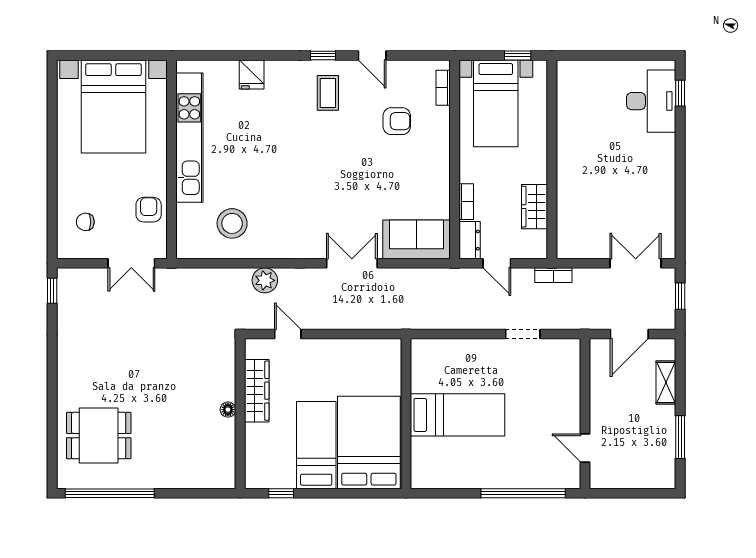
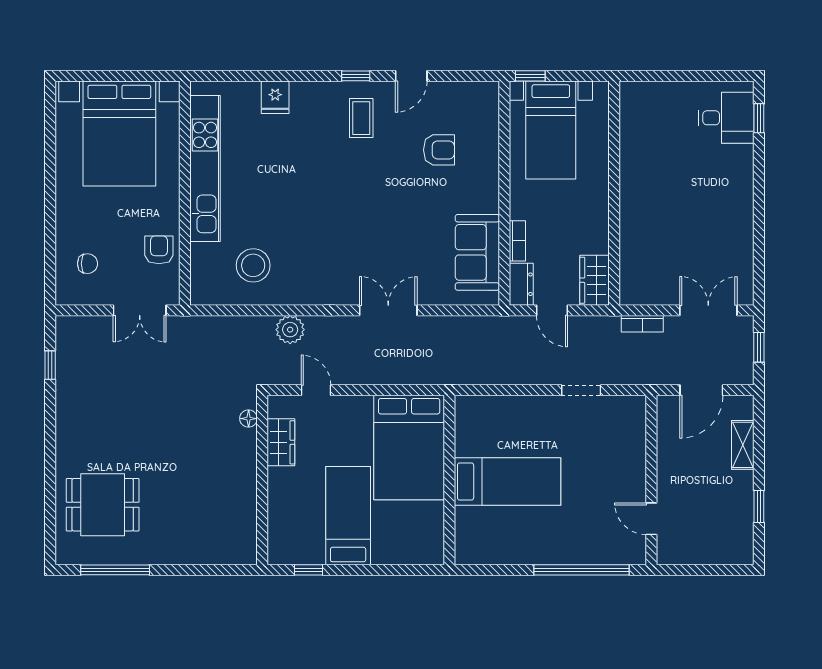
door: (372, 55) -> (411, 76), hinge flipped
window: (518, 55) -> (530, 76), moved
bookcase: (443, 88) -> (491, 112), removed
desk: (651, 101) -> (726, 118), width x0.73
wardrobe: (535, 207) -> (594, 280), moved
chair: (85, 222) -> (88, 264), turned 180
sofa: (417, 239) -> (477, 252), moved, turned -90
bookcase: (553, 275) -> (642, 324), moved
window: (52, 291) -> (50, 365), moved
wardrobe: (257, 391) -> (281, 442), width x0.67
floor lamp: (228, 410) -> (249, 419), moved
window: (680, 437) -> (759, 506), width x0.67
bed: (369, 443) -> (409, 447), moved, turned 180
window: (110, 493) -> (115, 570), width x0.68

